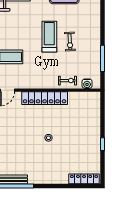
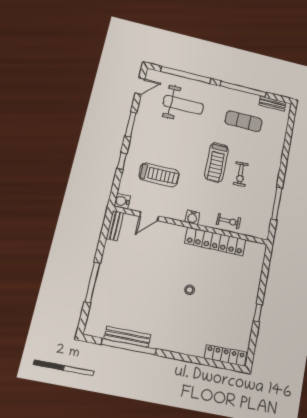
treadmill: (49, 37) -> (216, 162), turned 180
water cooler: (87, 84) -> (192, 217), moved
locker: (45, 98) -> (215, 241), moved

